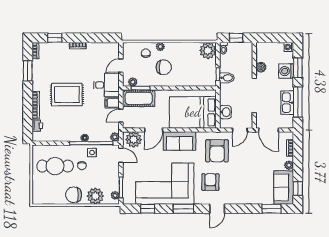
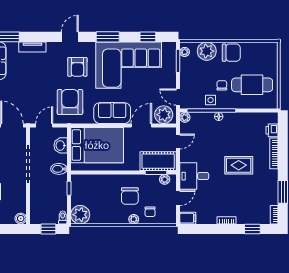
chair: (164, 67) -> (130, 196), turned -92
boiler: (261, 67) -> (21, 219), moved
bidet: (227, 78) -> (59, 169), moved
rug: (67, 95) -> (239, 165), width x0.73, depth x0.70
filing cabinet: (112, 103) -> (188, 218), moved
tv unit: (250, 200) -> (32, 47), added

